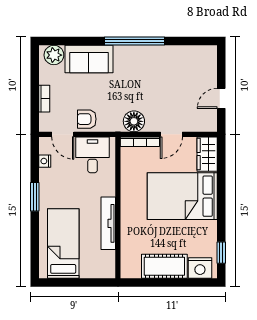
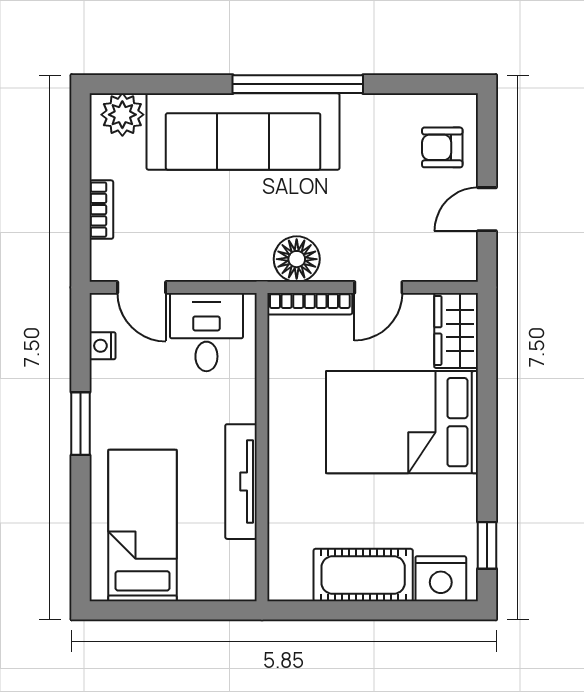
sofa: (89, 59) -> (243, 132), width x1.85, depth x1.27
armchair: (87, 119) -> (442, 147), moved

